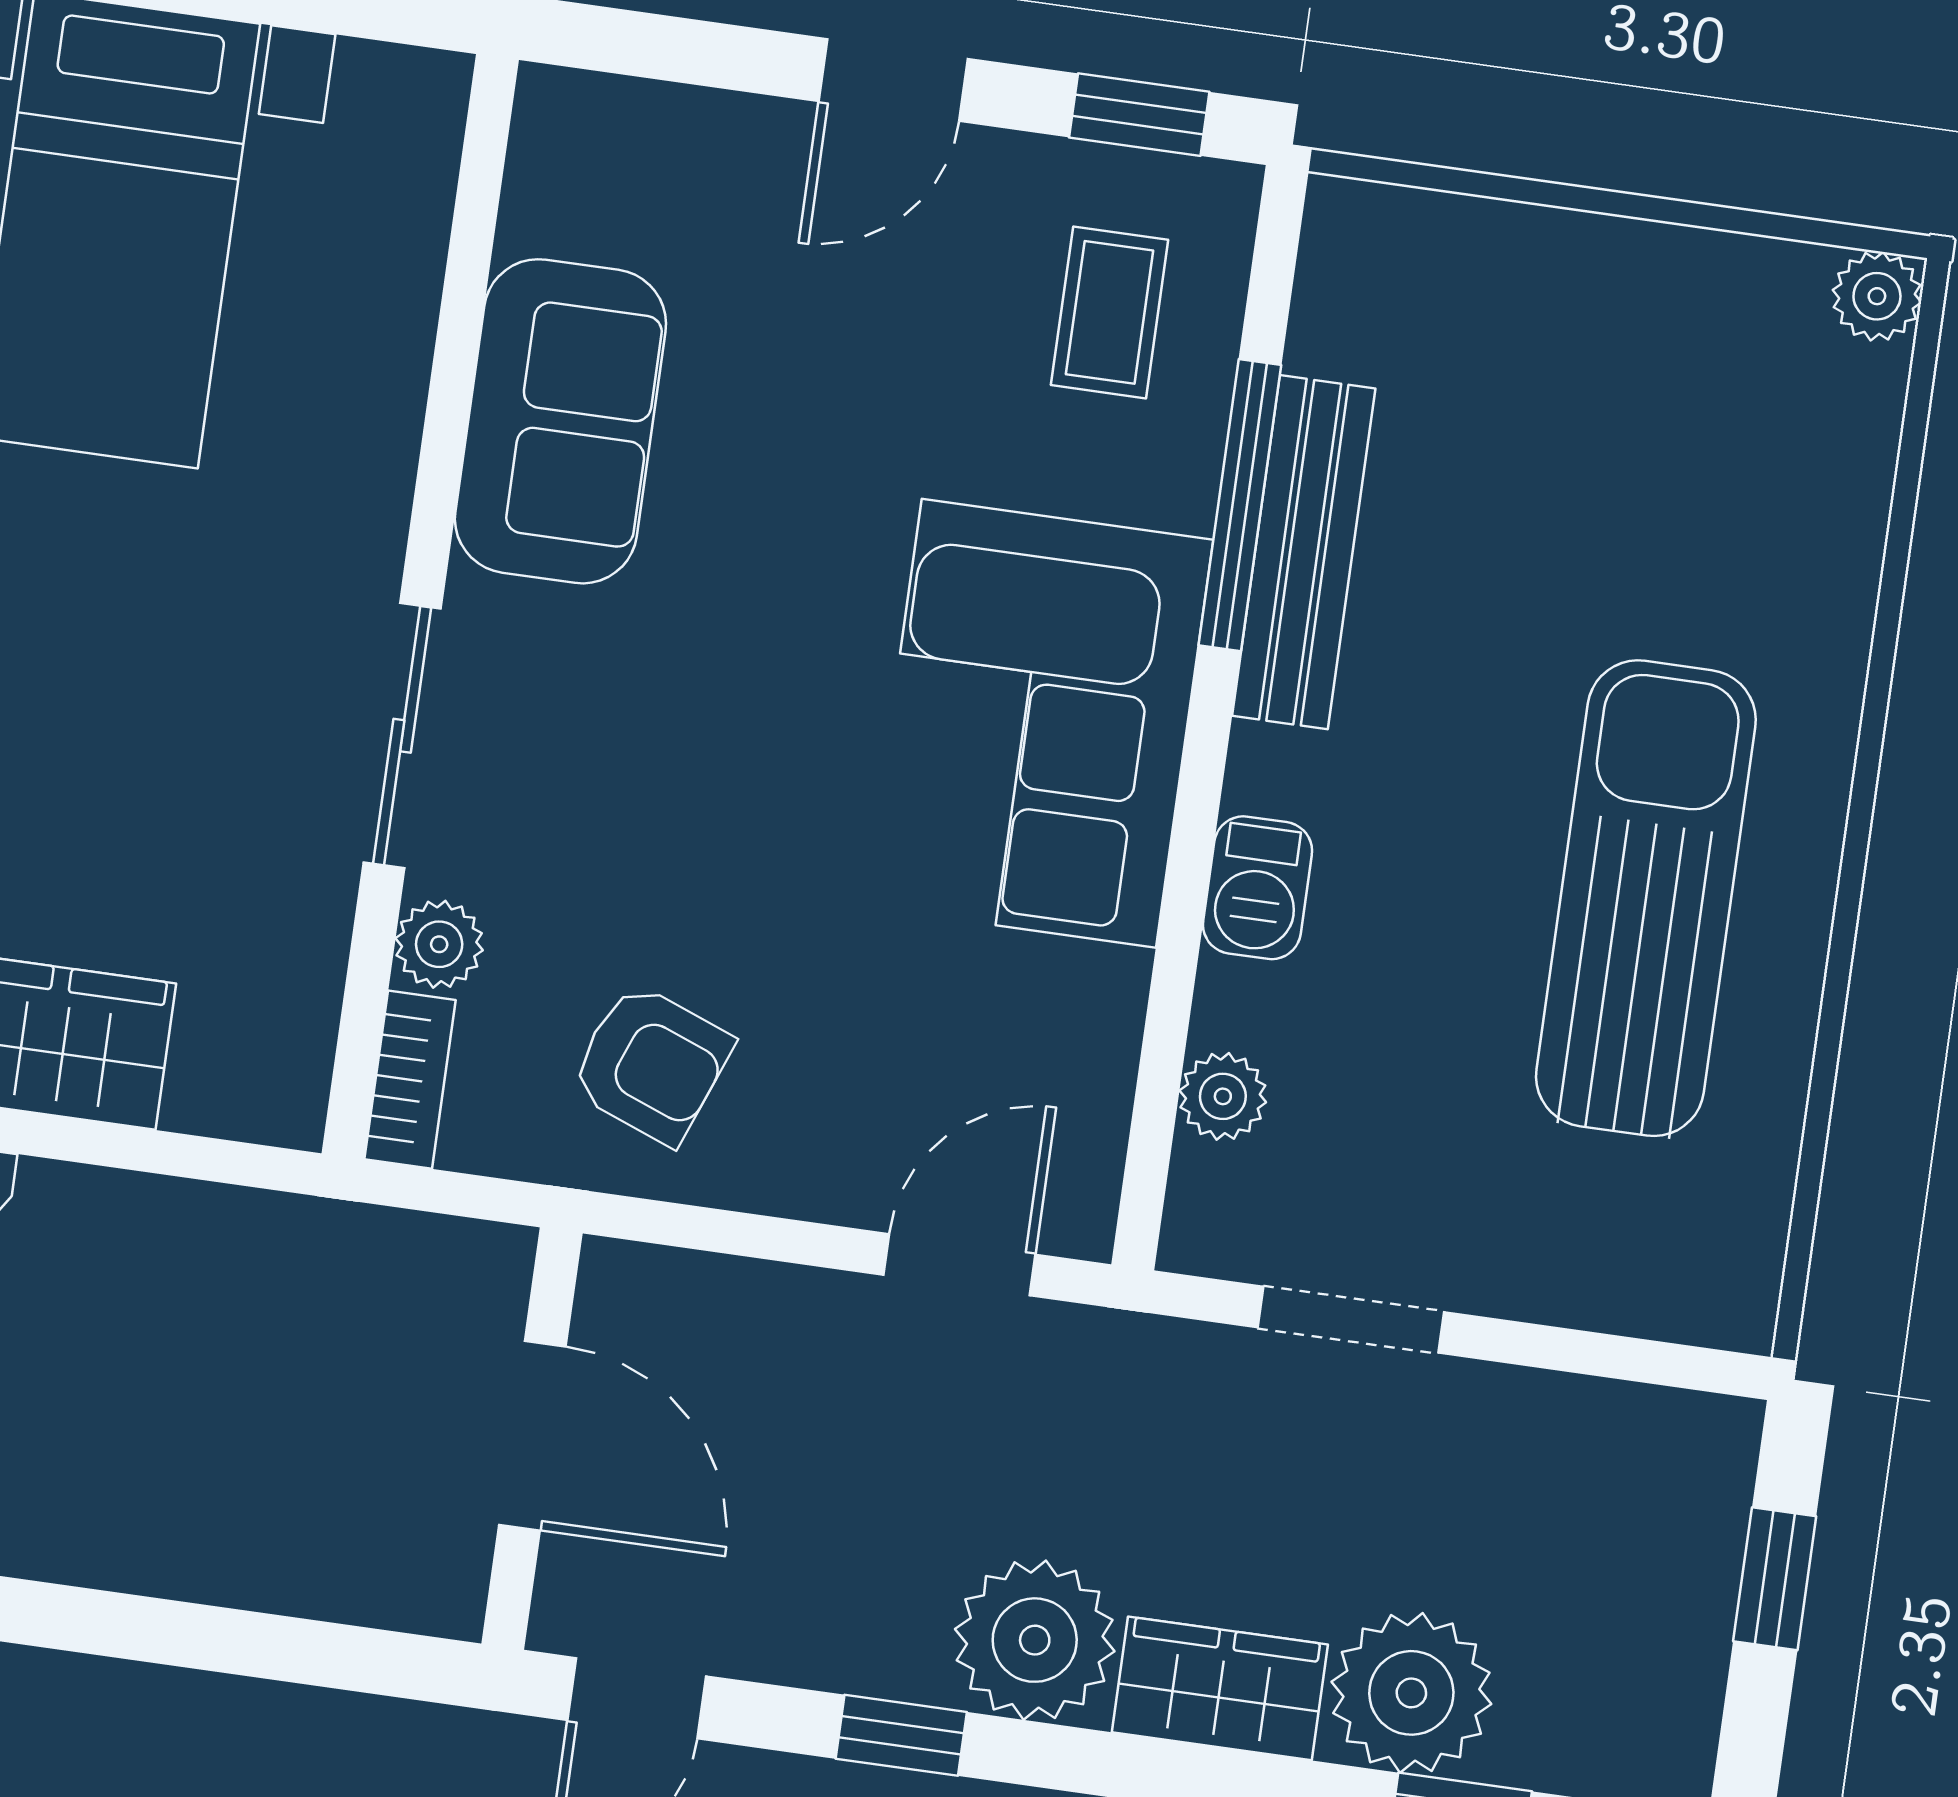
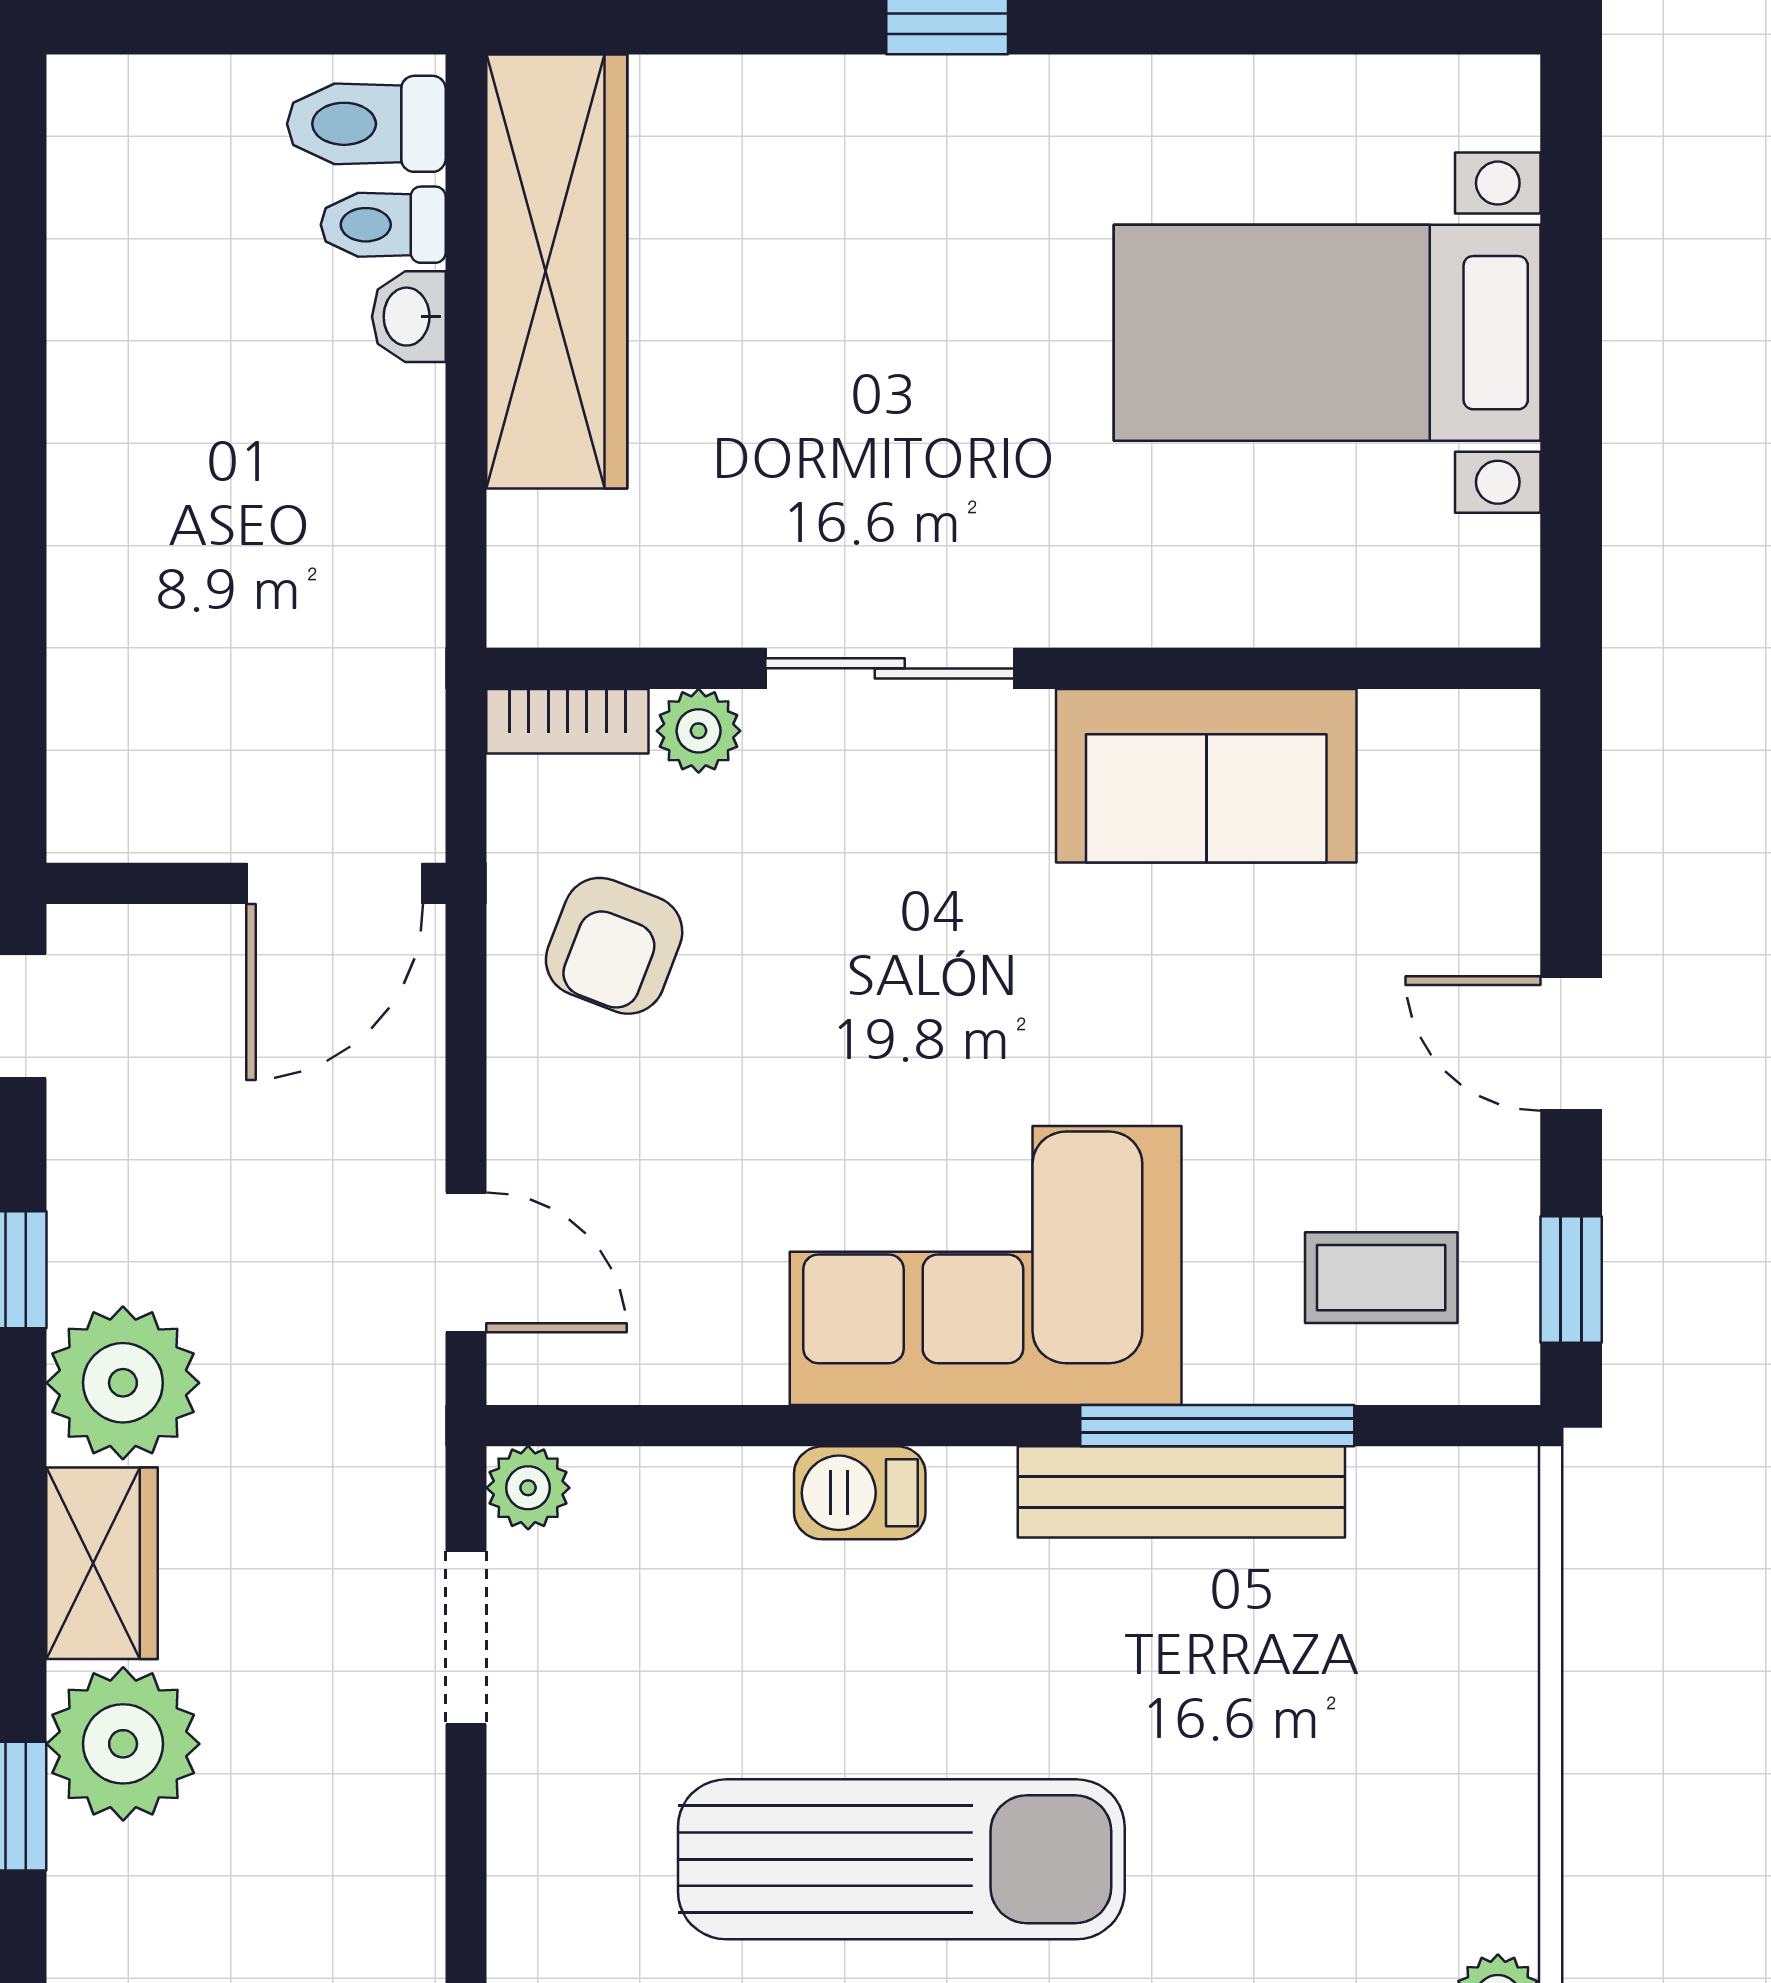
plant: (1223, 1096) -> (528, 1488), moved
door: (532, 1436) -> (335, 883), moved

